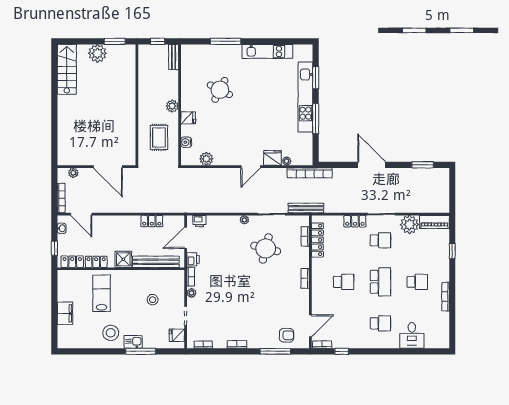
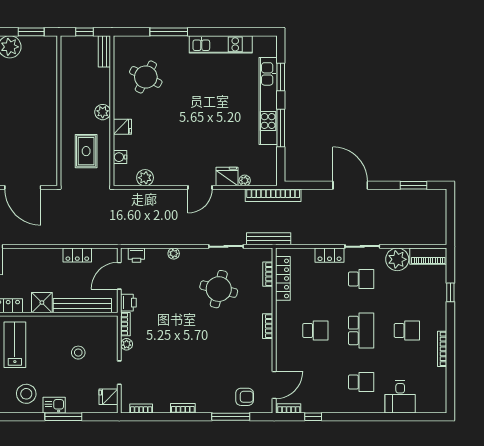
round table: (220, 90) -> (146, 77), moved
plant: (244, 220) -> (174, 254), moved

